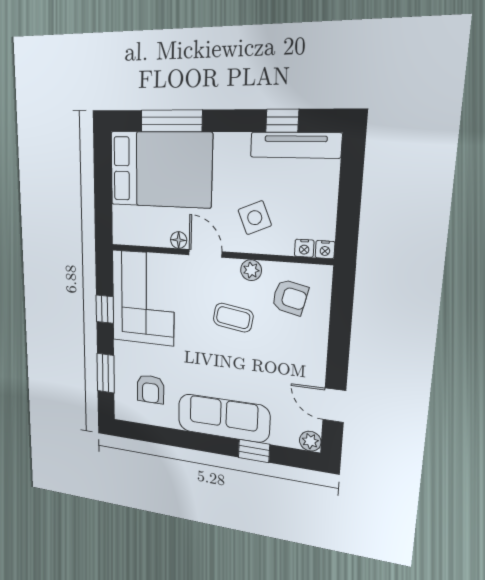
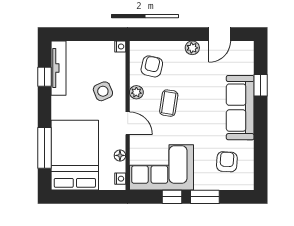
floor lamp: (179, 240) -> (120, 155), moved
nightstand: (304, 248) -> (120, 179), moved
door: (205, 253) -> (128, 123), swing flipped
window: (106, 373) -> (205, 197), moved
armchair: (150, 389) -> (227, 162), turned -86
plant: (310, 441) -> (192, 48), moved

